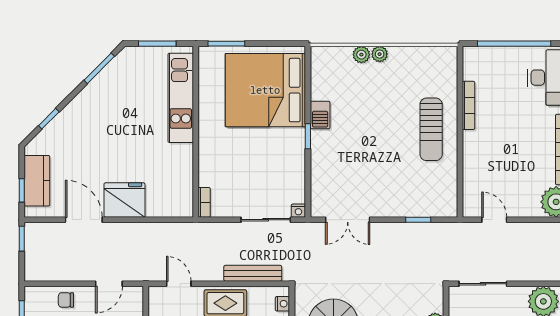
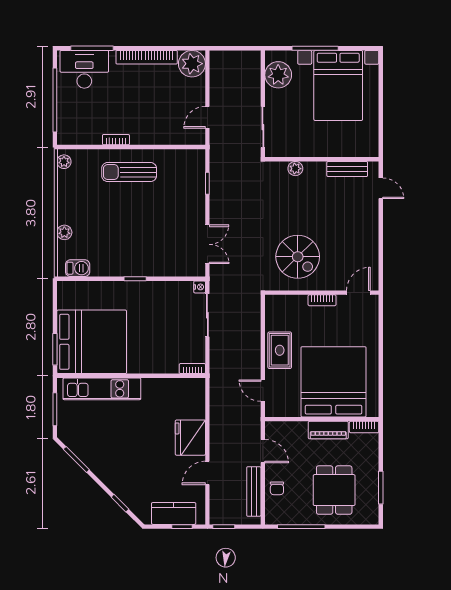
plant: (380, 54) -> (64, 162), moved
bed: (265, 90) -> (92, 342), moved, turned -90
bookcase: (468, 105) -> (116, 140), width x0.64
barbecue: (320, 115) -> (78, 268), moved
sun lounger: (431, 129) -> (129, 172), turned 180
door: (84, 220) -> (207, 473), width x0.73
bench: (253, 273) -> (254, 491), moved
door: (179, 284) -> (263, 391), hinge flipped
nightstand: (282, 304) -> (280, 301), removed

